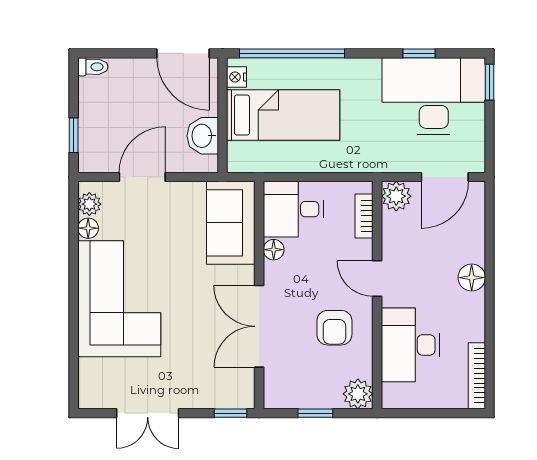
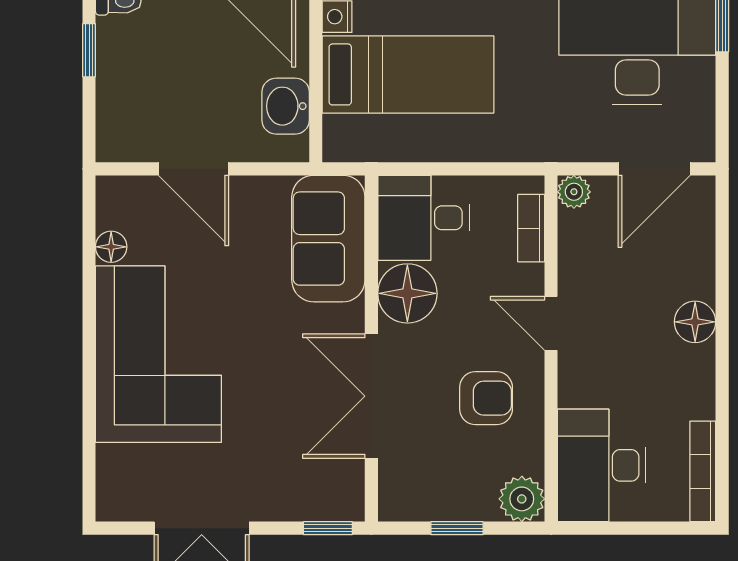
window: (74, 135) -> (89, 50), moved
door: (142, 177) -> (194, 169), swing flipped
plant: (396, 196) -> (574, 192), width x0.73, depth x0.73
plant: (89, 204) -> (113, 210), removed
floor lamp: (274, 250) -> (407, 293), width x1.89, depth x1.89
armchair: (334, 328) -> (486, 398), turned -90
desk: (410, 345) -> (602, 465), moved

